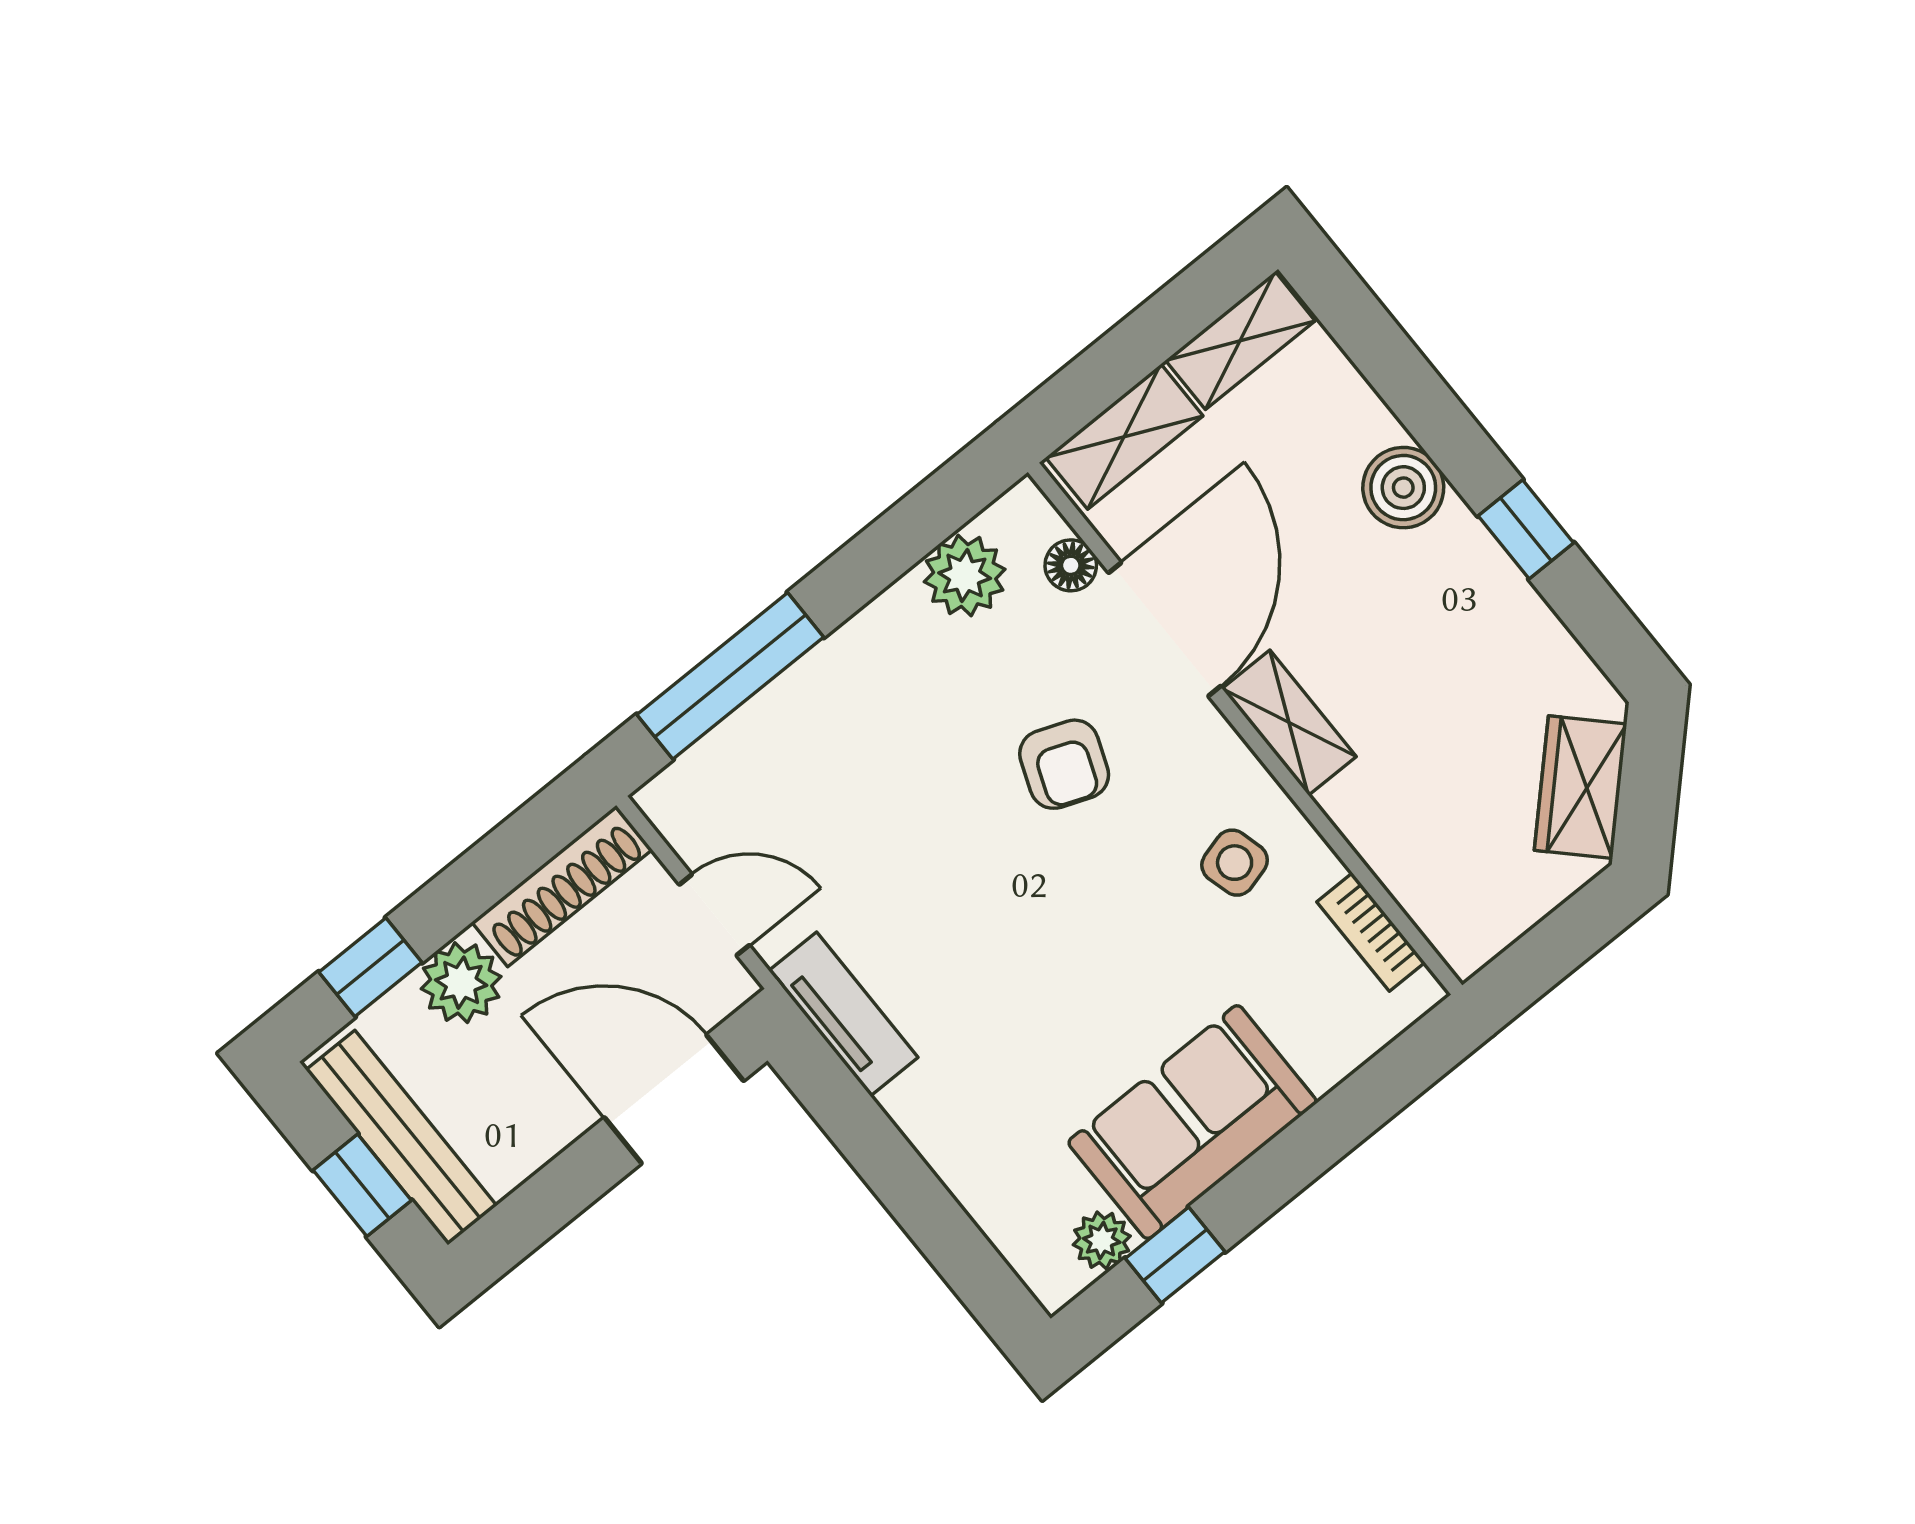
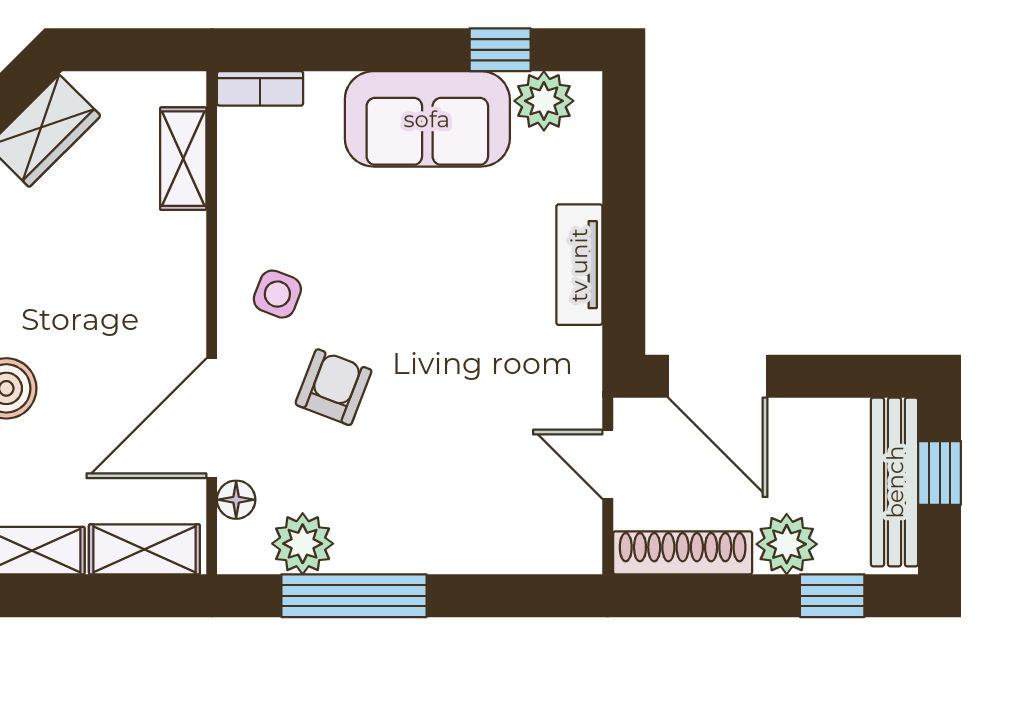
window: (730, 676) -> (354, 596), moved
shelving: (1289, 723) -> (183, 159), moved
side table: (1235, 863) -> (277, 294), moved, turned 36
bookcase: (1371, 932) -> (260, 88), moved, turned 90
tv unit: (843, 1014) -> (579, 265), moved
plant: (1102, 1240) -> (544, 101), width x1.38, depth x1.38

